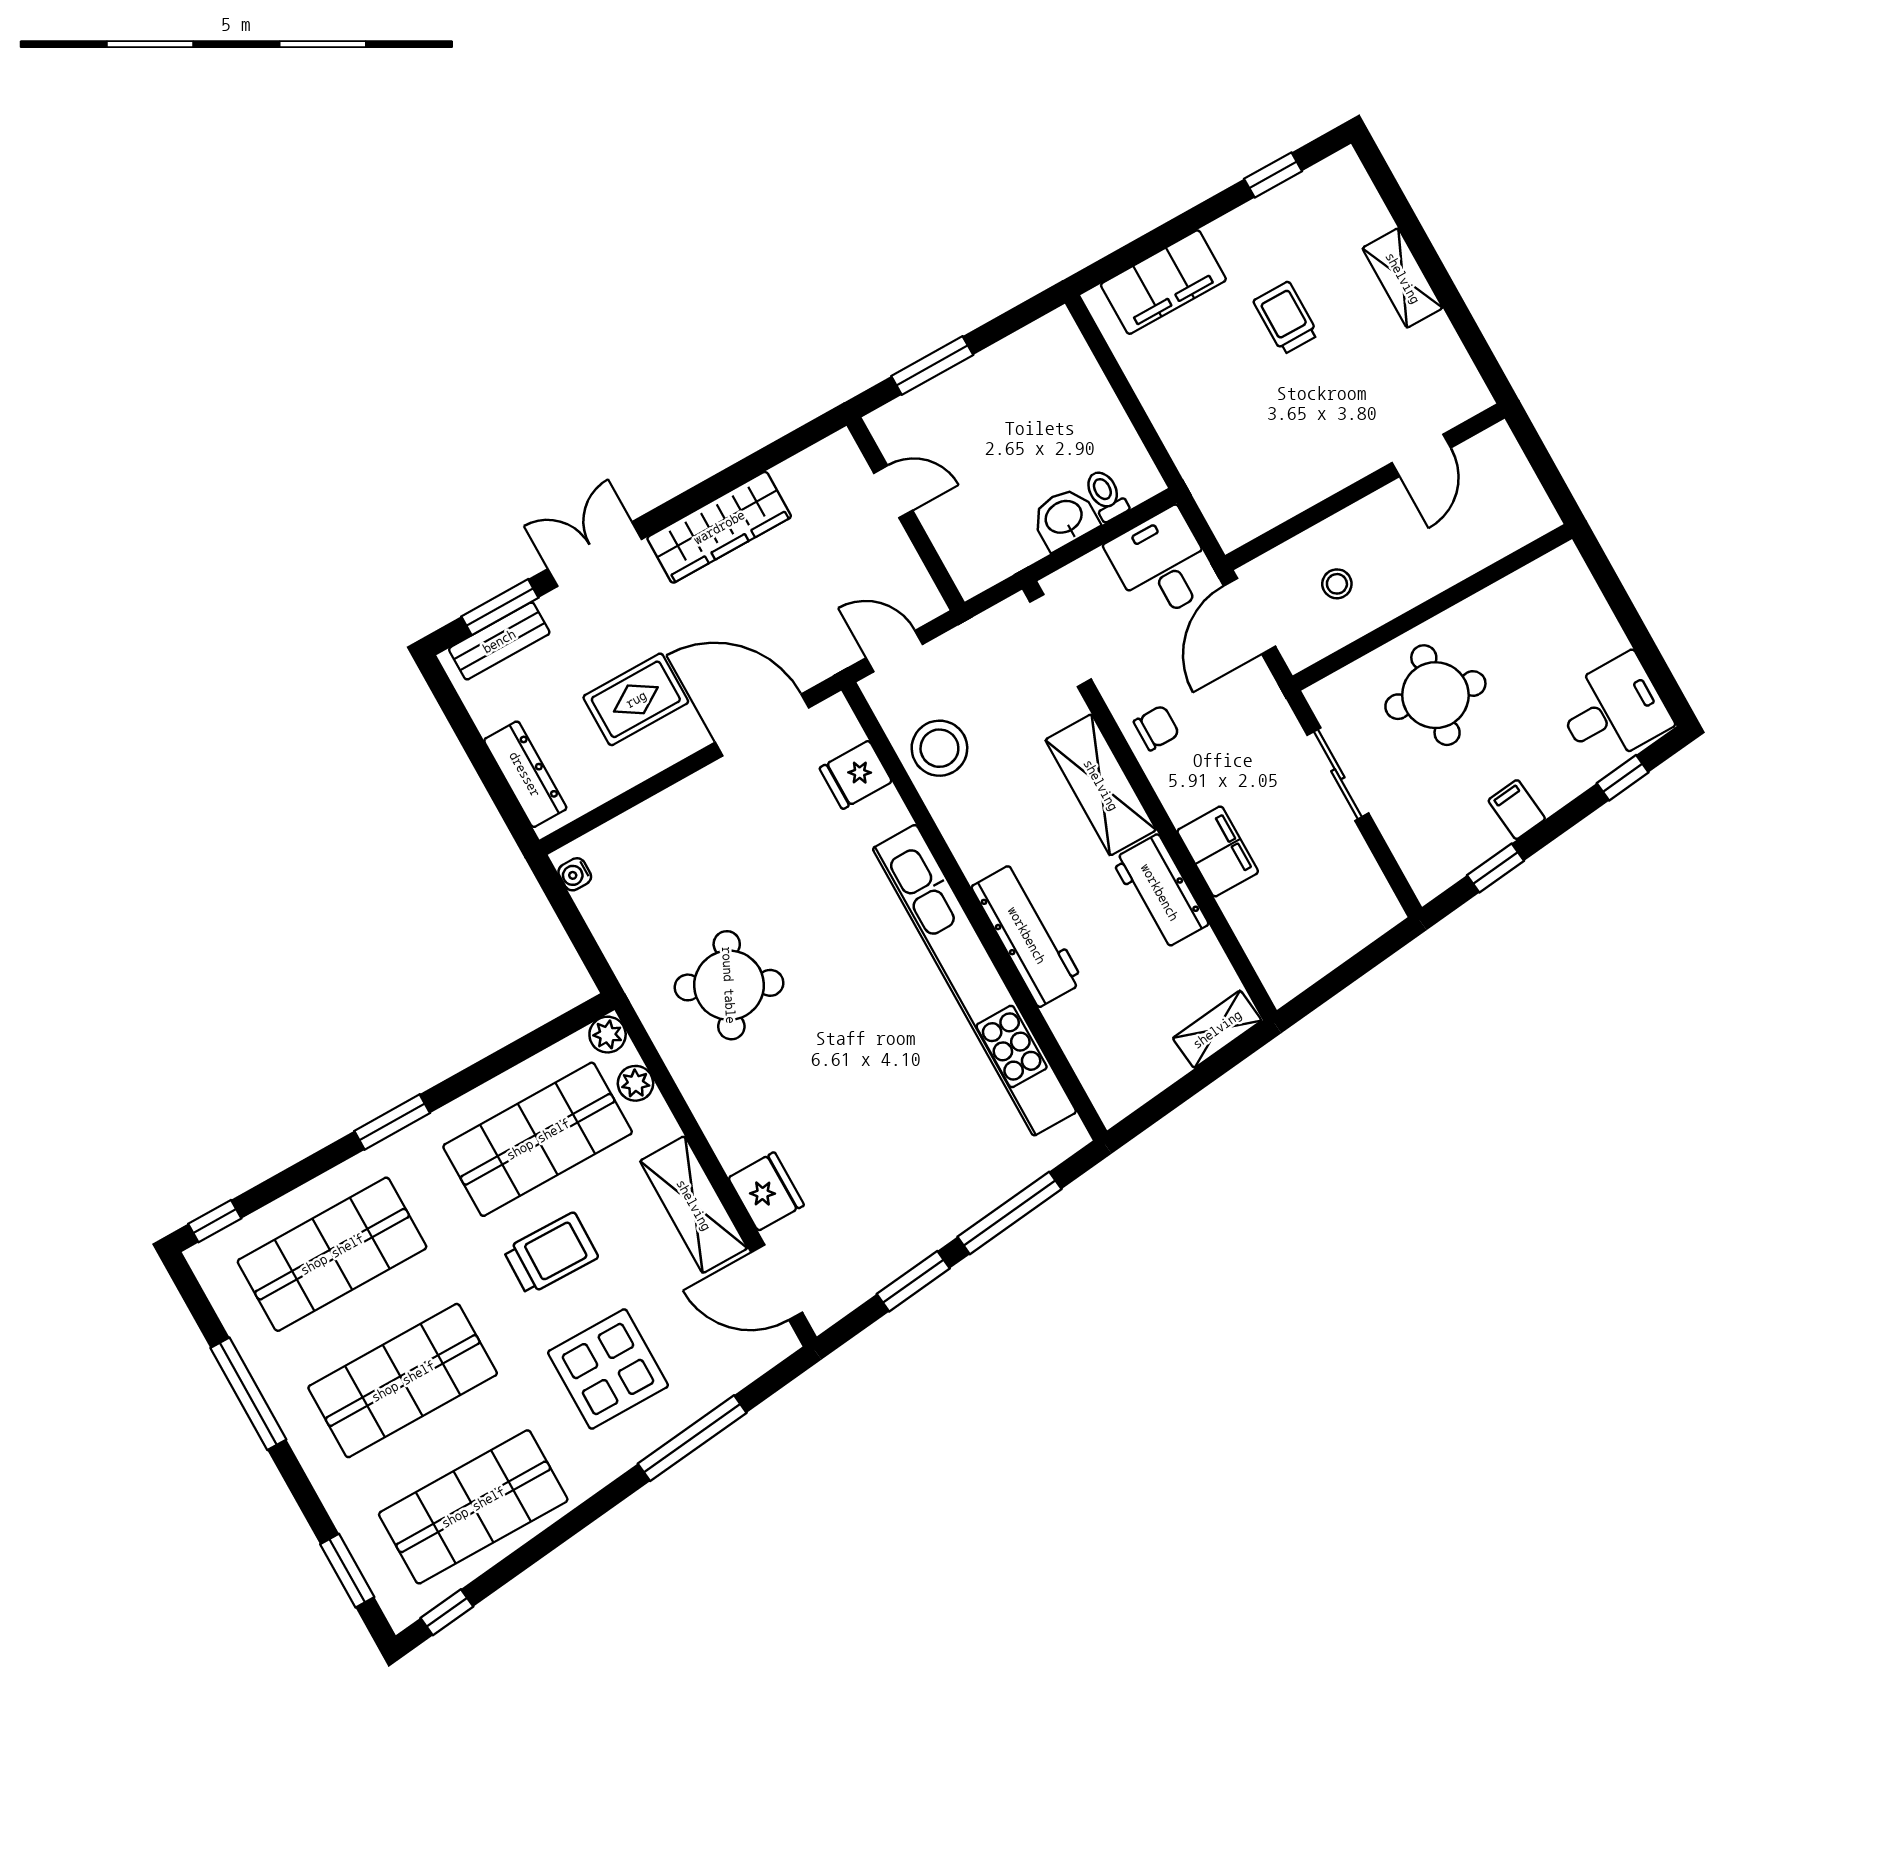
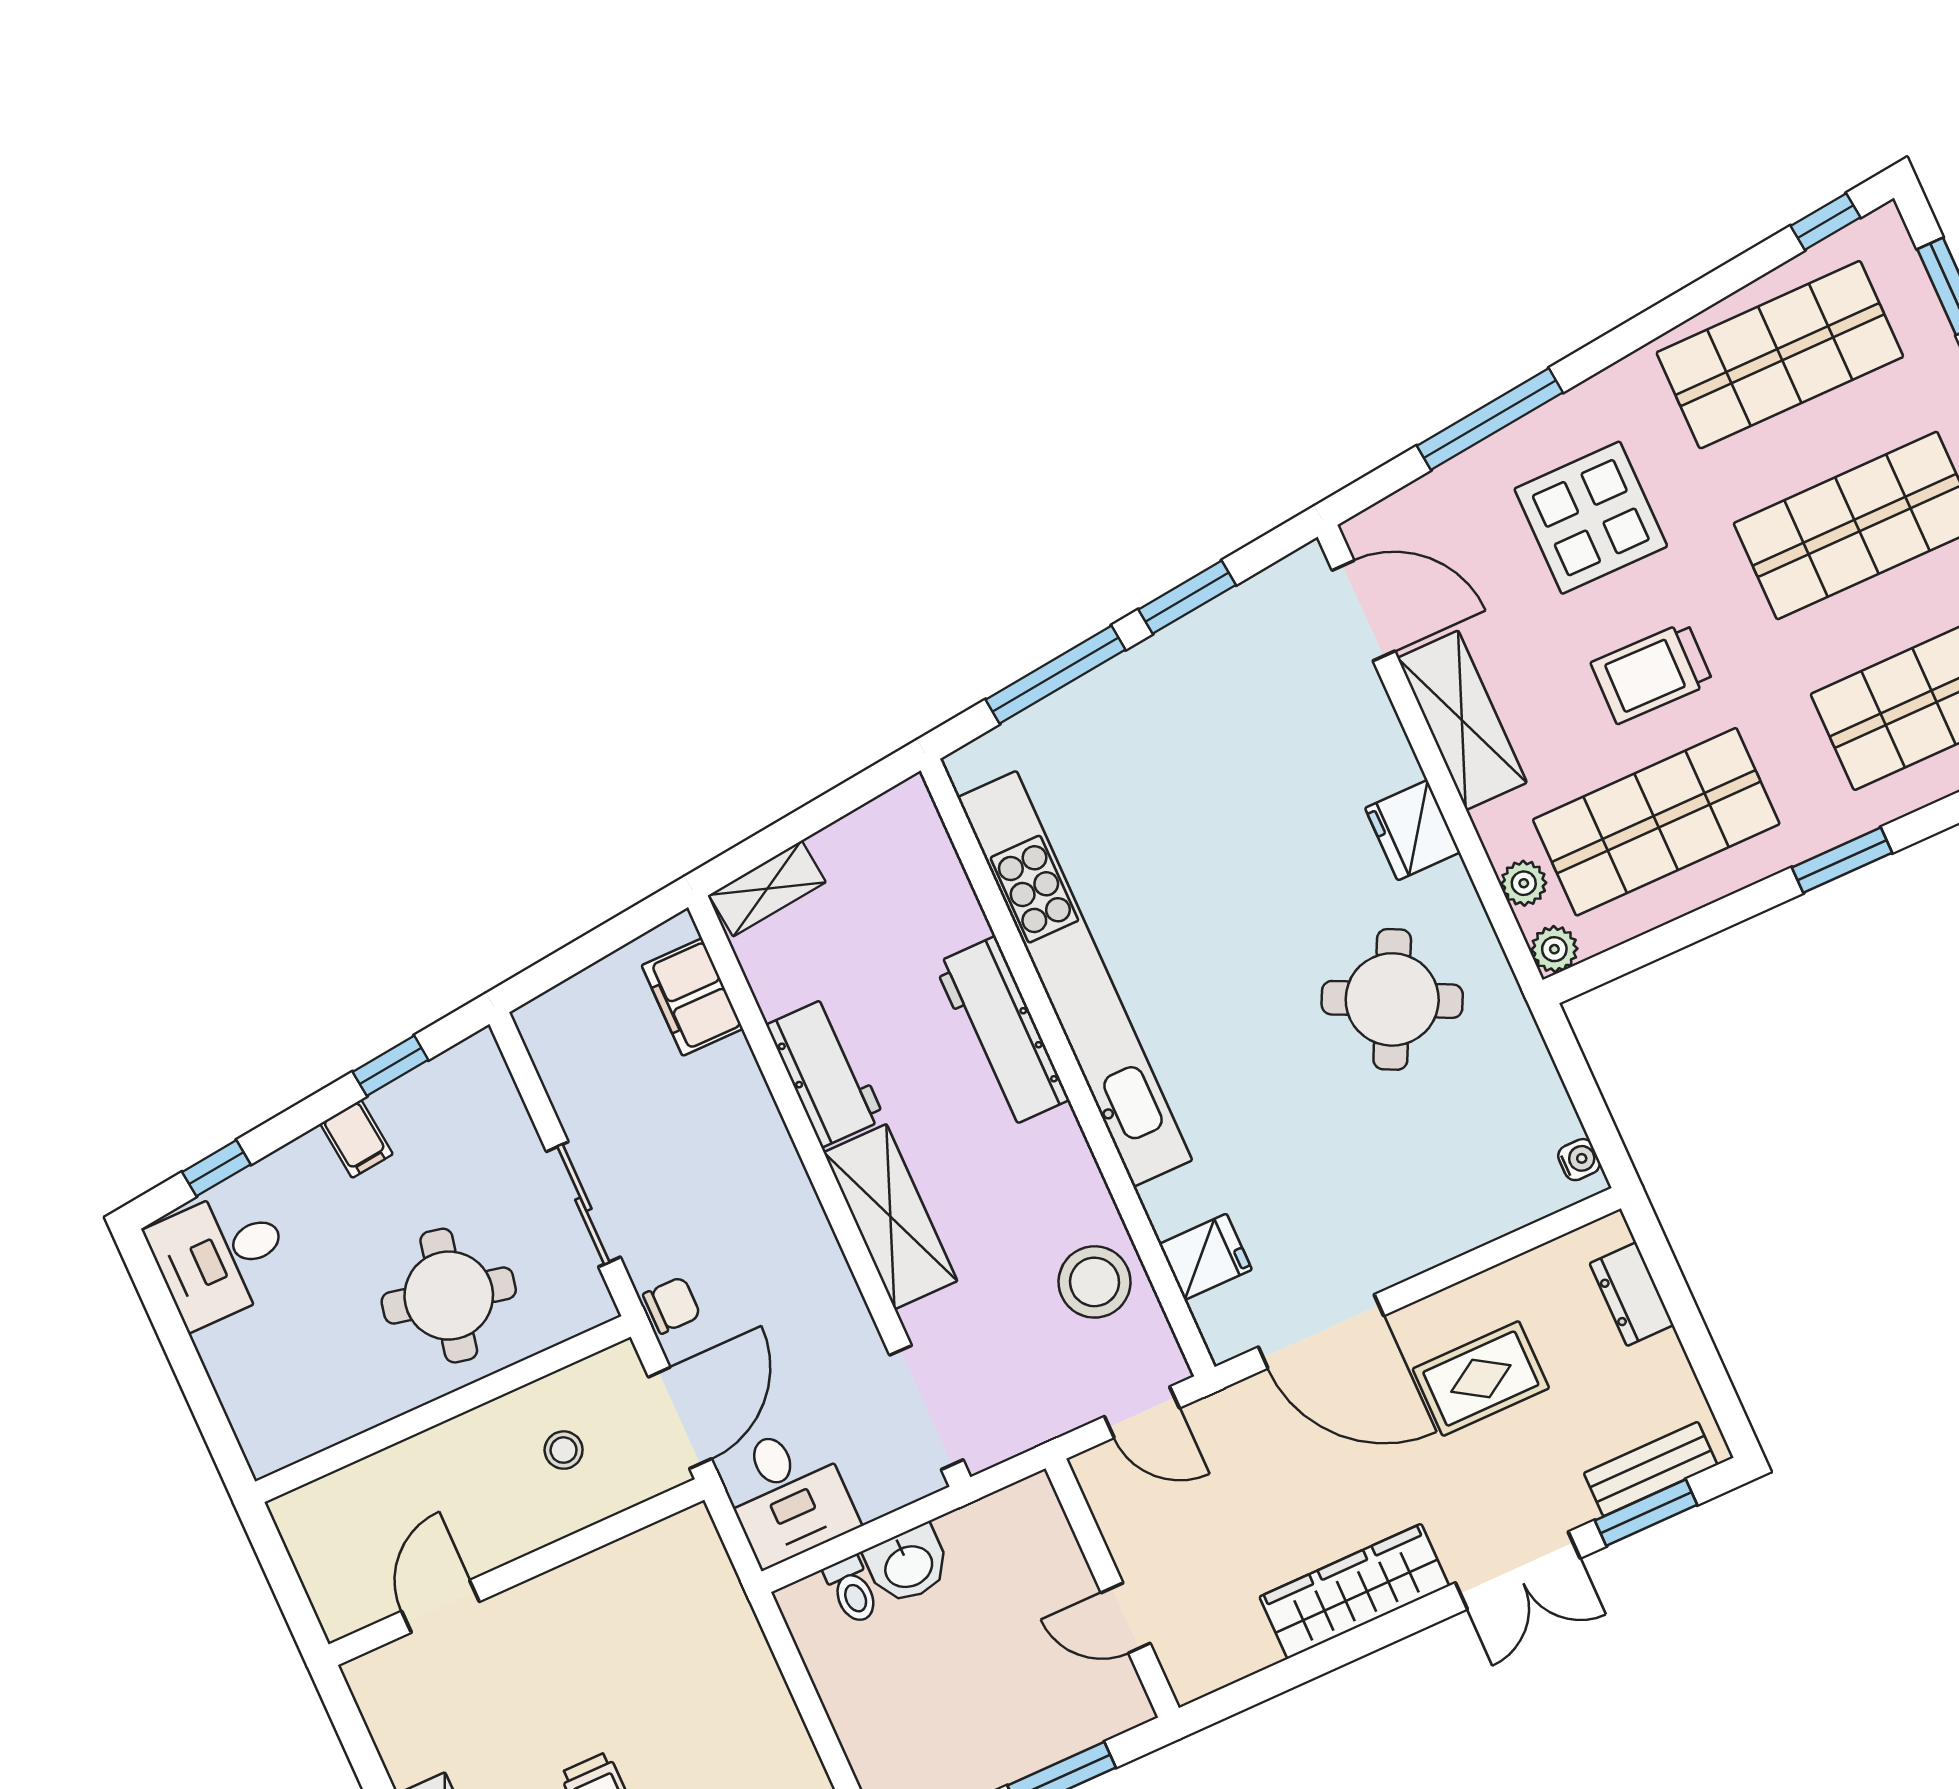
chair: (1157, 728) -> (672, 1305), moved, turned 180
dresser: (525, 774) -> (1632, 1294), width x0.70
filing cabinet: (1218, 851) -> (692, 997), moved
fridge: (766, 1191) -> (1413, 830), moved

